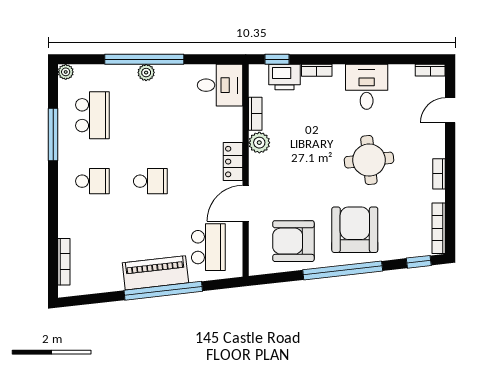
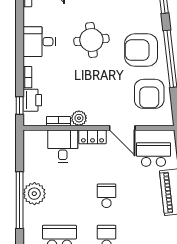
plant: (146, 73) -> (34, 194), width x1.87, depth x1.87
desk: (220, 85) -> (63, 146), moved

